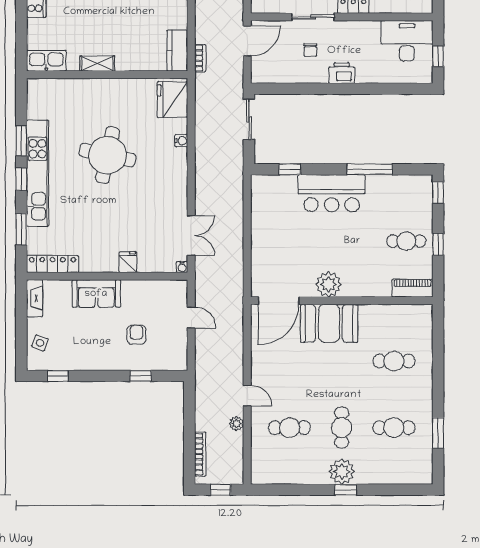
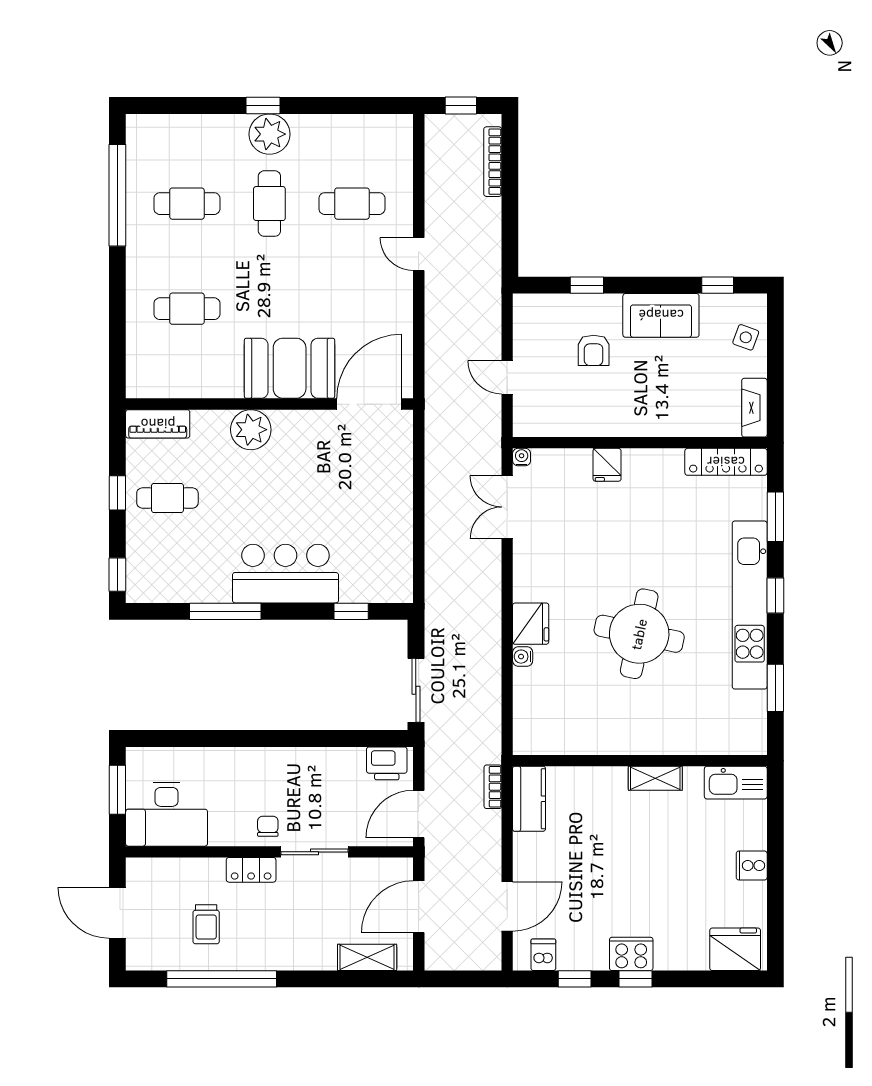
chair: (310, 50) -> (268, 826), moved
window: (438, 56) -> (117, 790), width x1.50
printer: (342, 73) -> (387, 763), moved
fridge: (172, 100) -> (531, 624), moved, width x0.73, depth x0.75
window: (21, 141) -> (775, 688), moved
plant: (328, 284) -> (251, 430), moved
sofa: (96, 294) -> (661, 315), moved, turned 180
plant: (236, 424) -> (436, 210), removed
window: (438, 433) -> (117, 195), width x2.11

